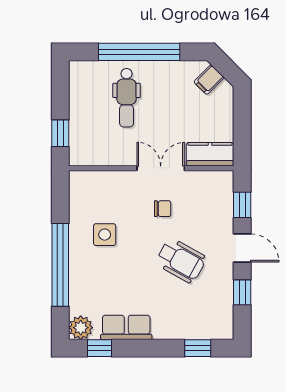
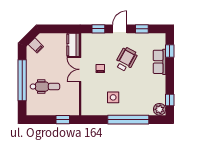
row of seats: (126, 327) -> (159, 62), moved

